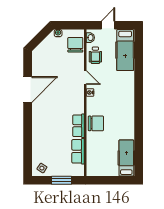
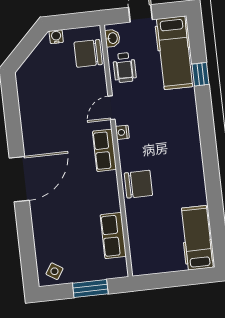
chair: (75, 45) -> (88, 53), turned -90
window: (139, 64) -> (200, 74), added
door: (85, 78) -> (111, 108), swing flipped
door: (28, 90) -> (19, 179), moved
row of seats: (79, 126) -> (105, 150), moved

